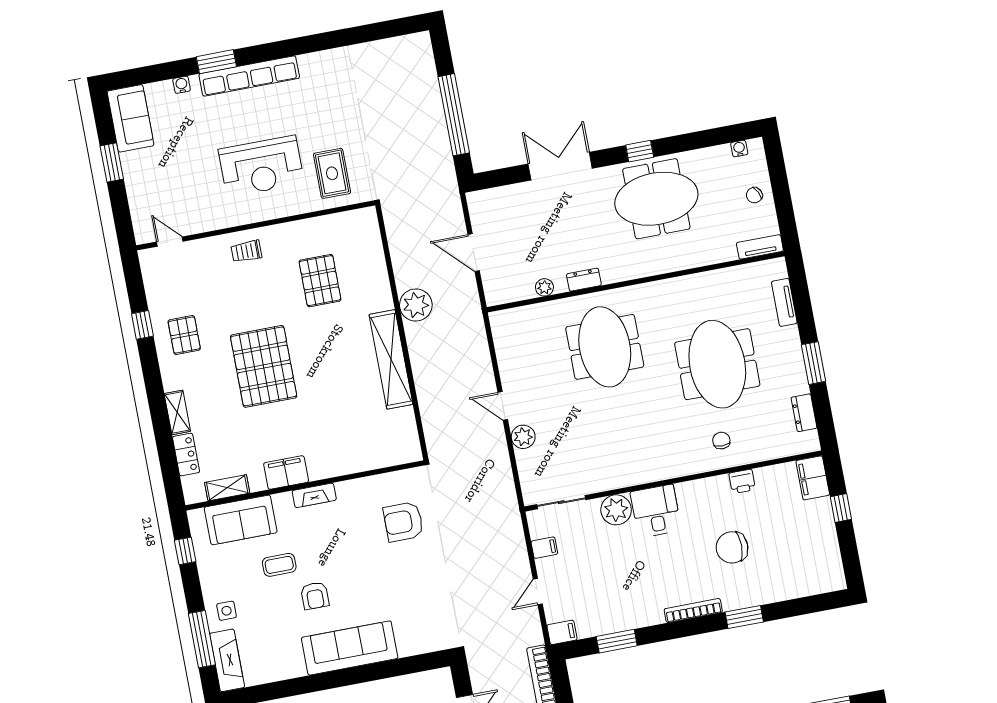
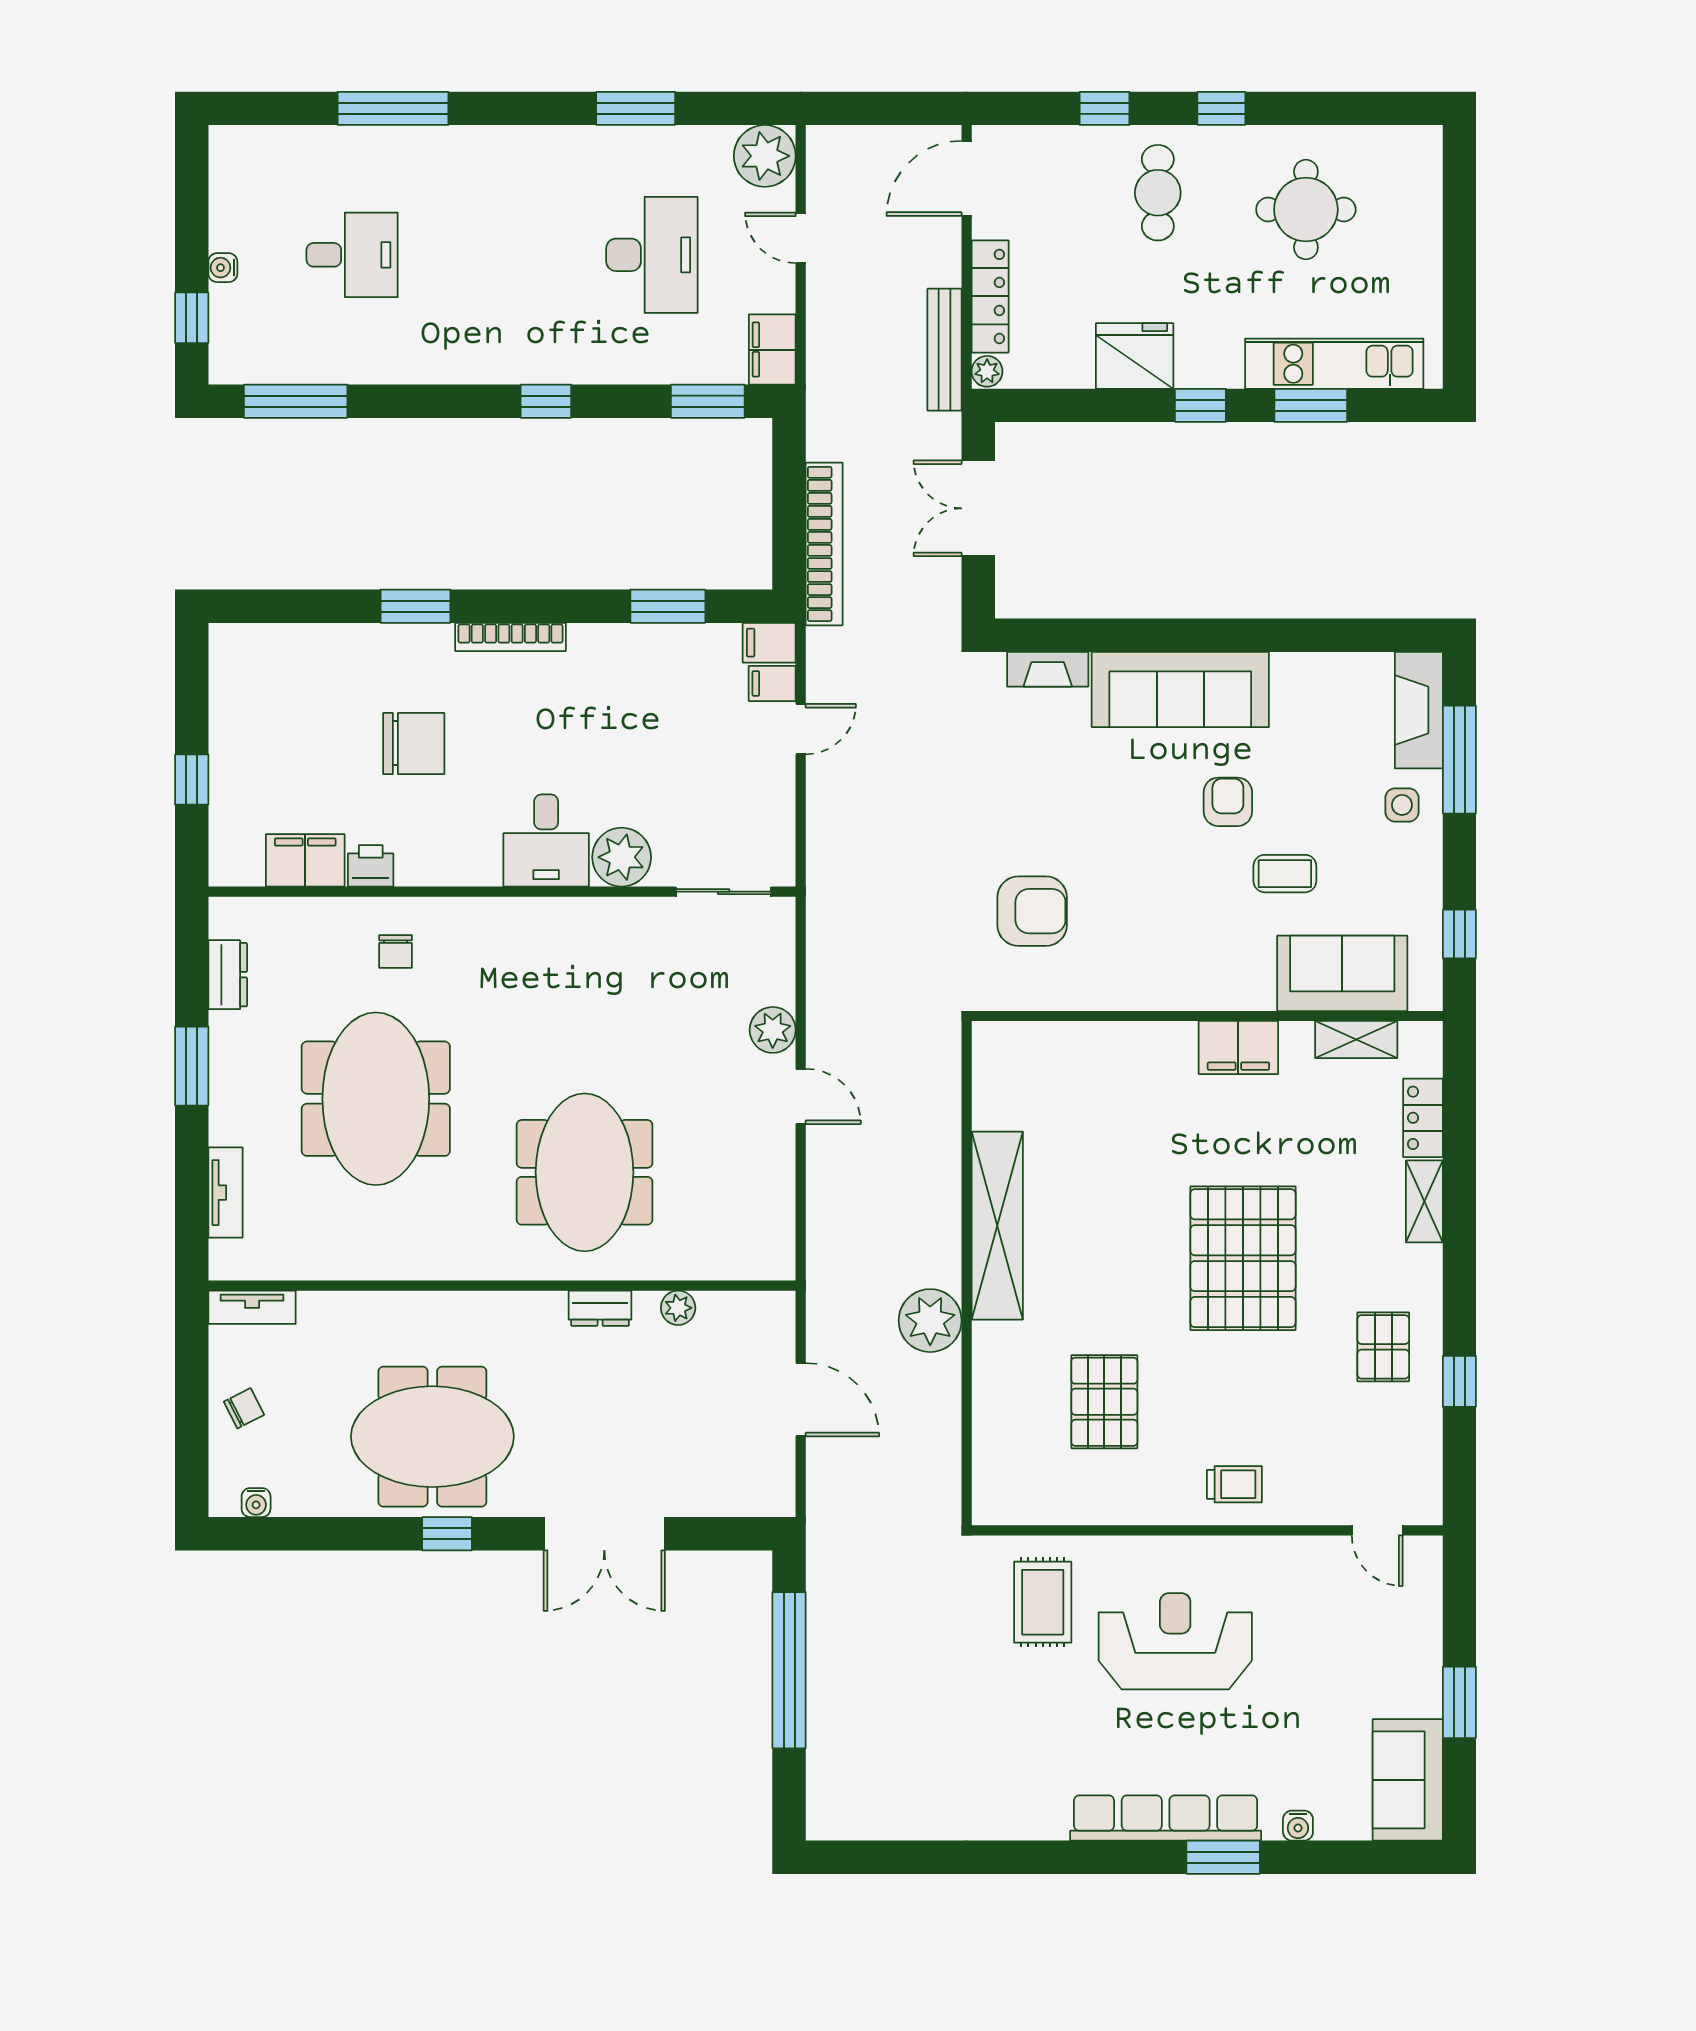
filing cabinet: (813, 478) -> (305, 860), moved, turned -90
fireplace: (314, 495) -> (1048, 669), moved, turned 180
filing cabinet: (544, 548) -> (772, 683), moved

